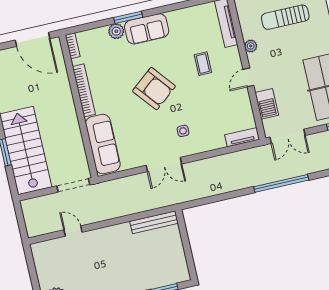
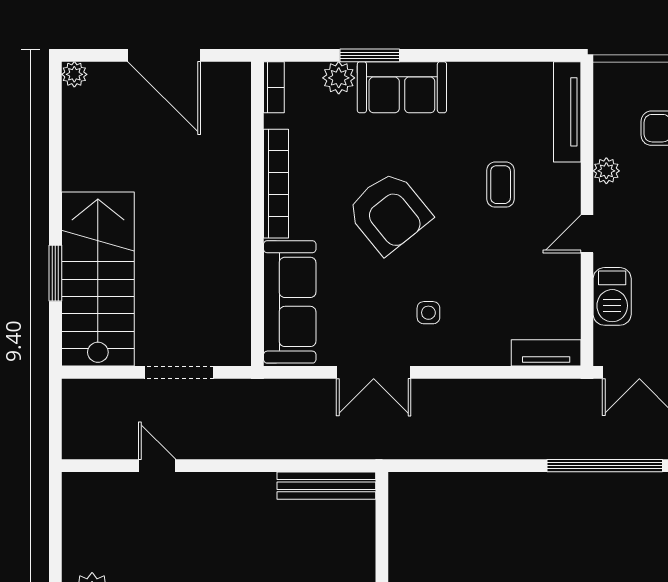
bookcase: (73, 46) -> (274, 87), moved
bookcase: (84, 90) -> (276, 184), moved
wall: (78, 106) -> (257, 214), moved
sofa: (103, 144) -> (290, 302), moved

